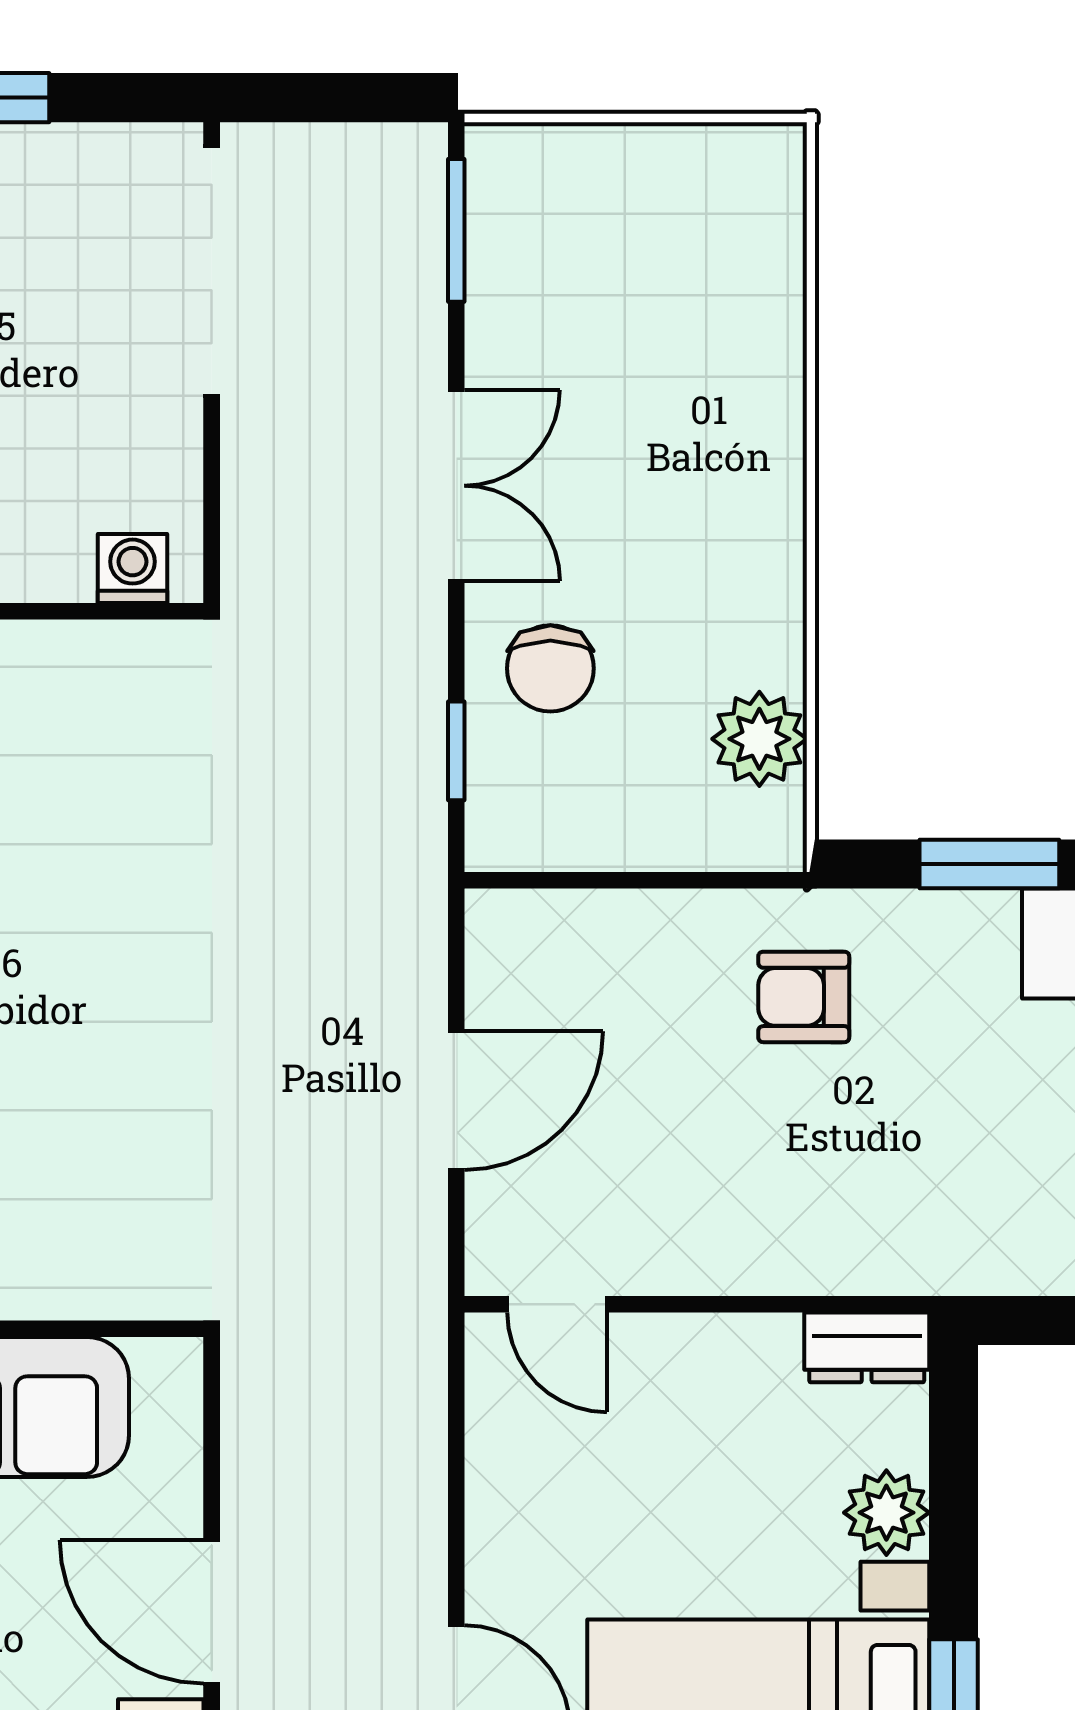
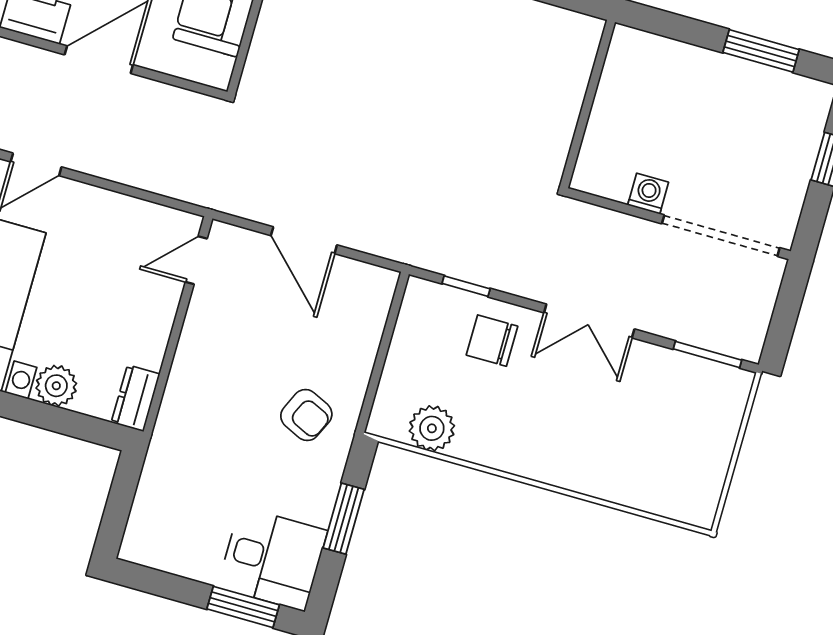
washing machine: (133, 569) -> (648, 194), moved, turned -90
armchair: (804, 997) -> (306, 415), turned 115

